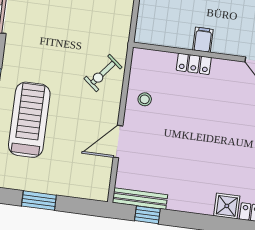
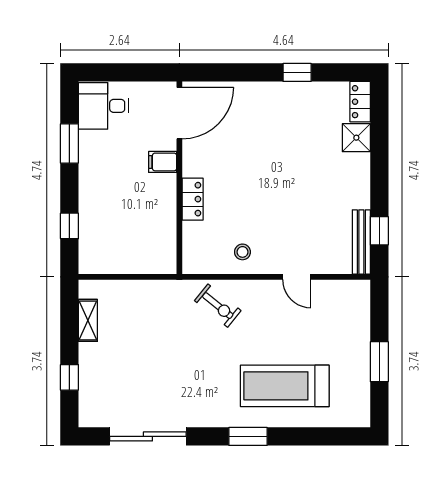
filing cabinet: (203, 40) -> (163, 162), moved
door: (118, 142) -> (297, 277), width x0.73

